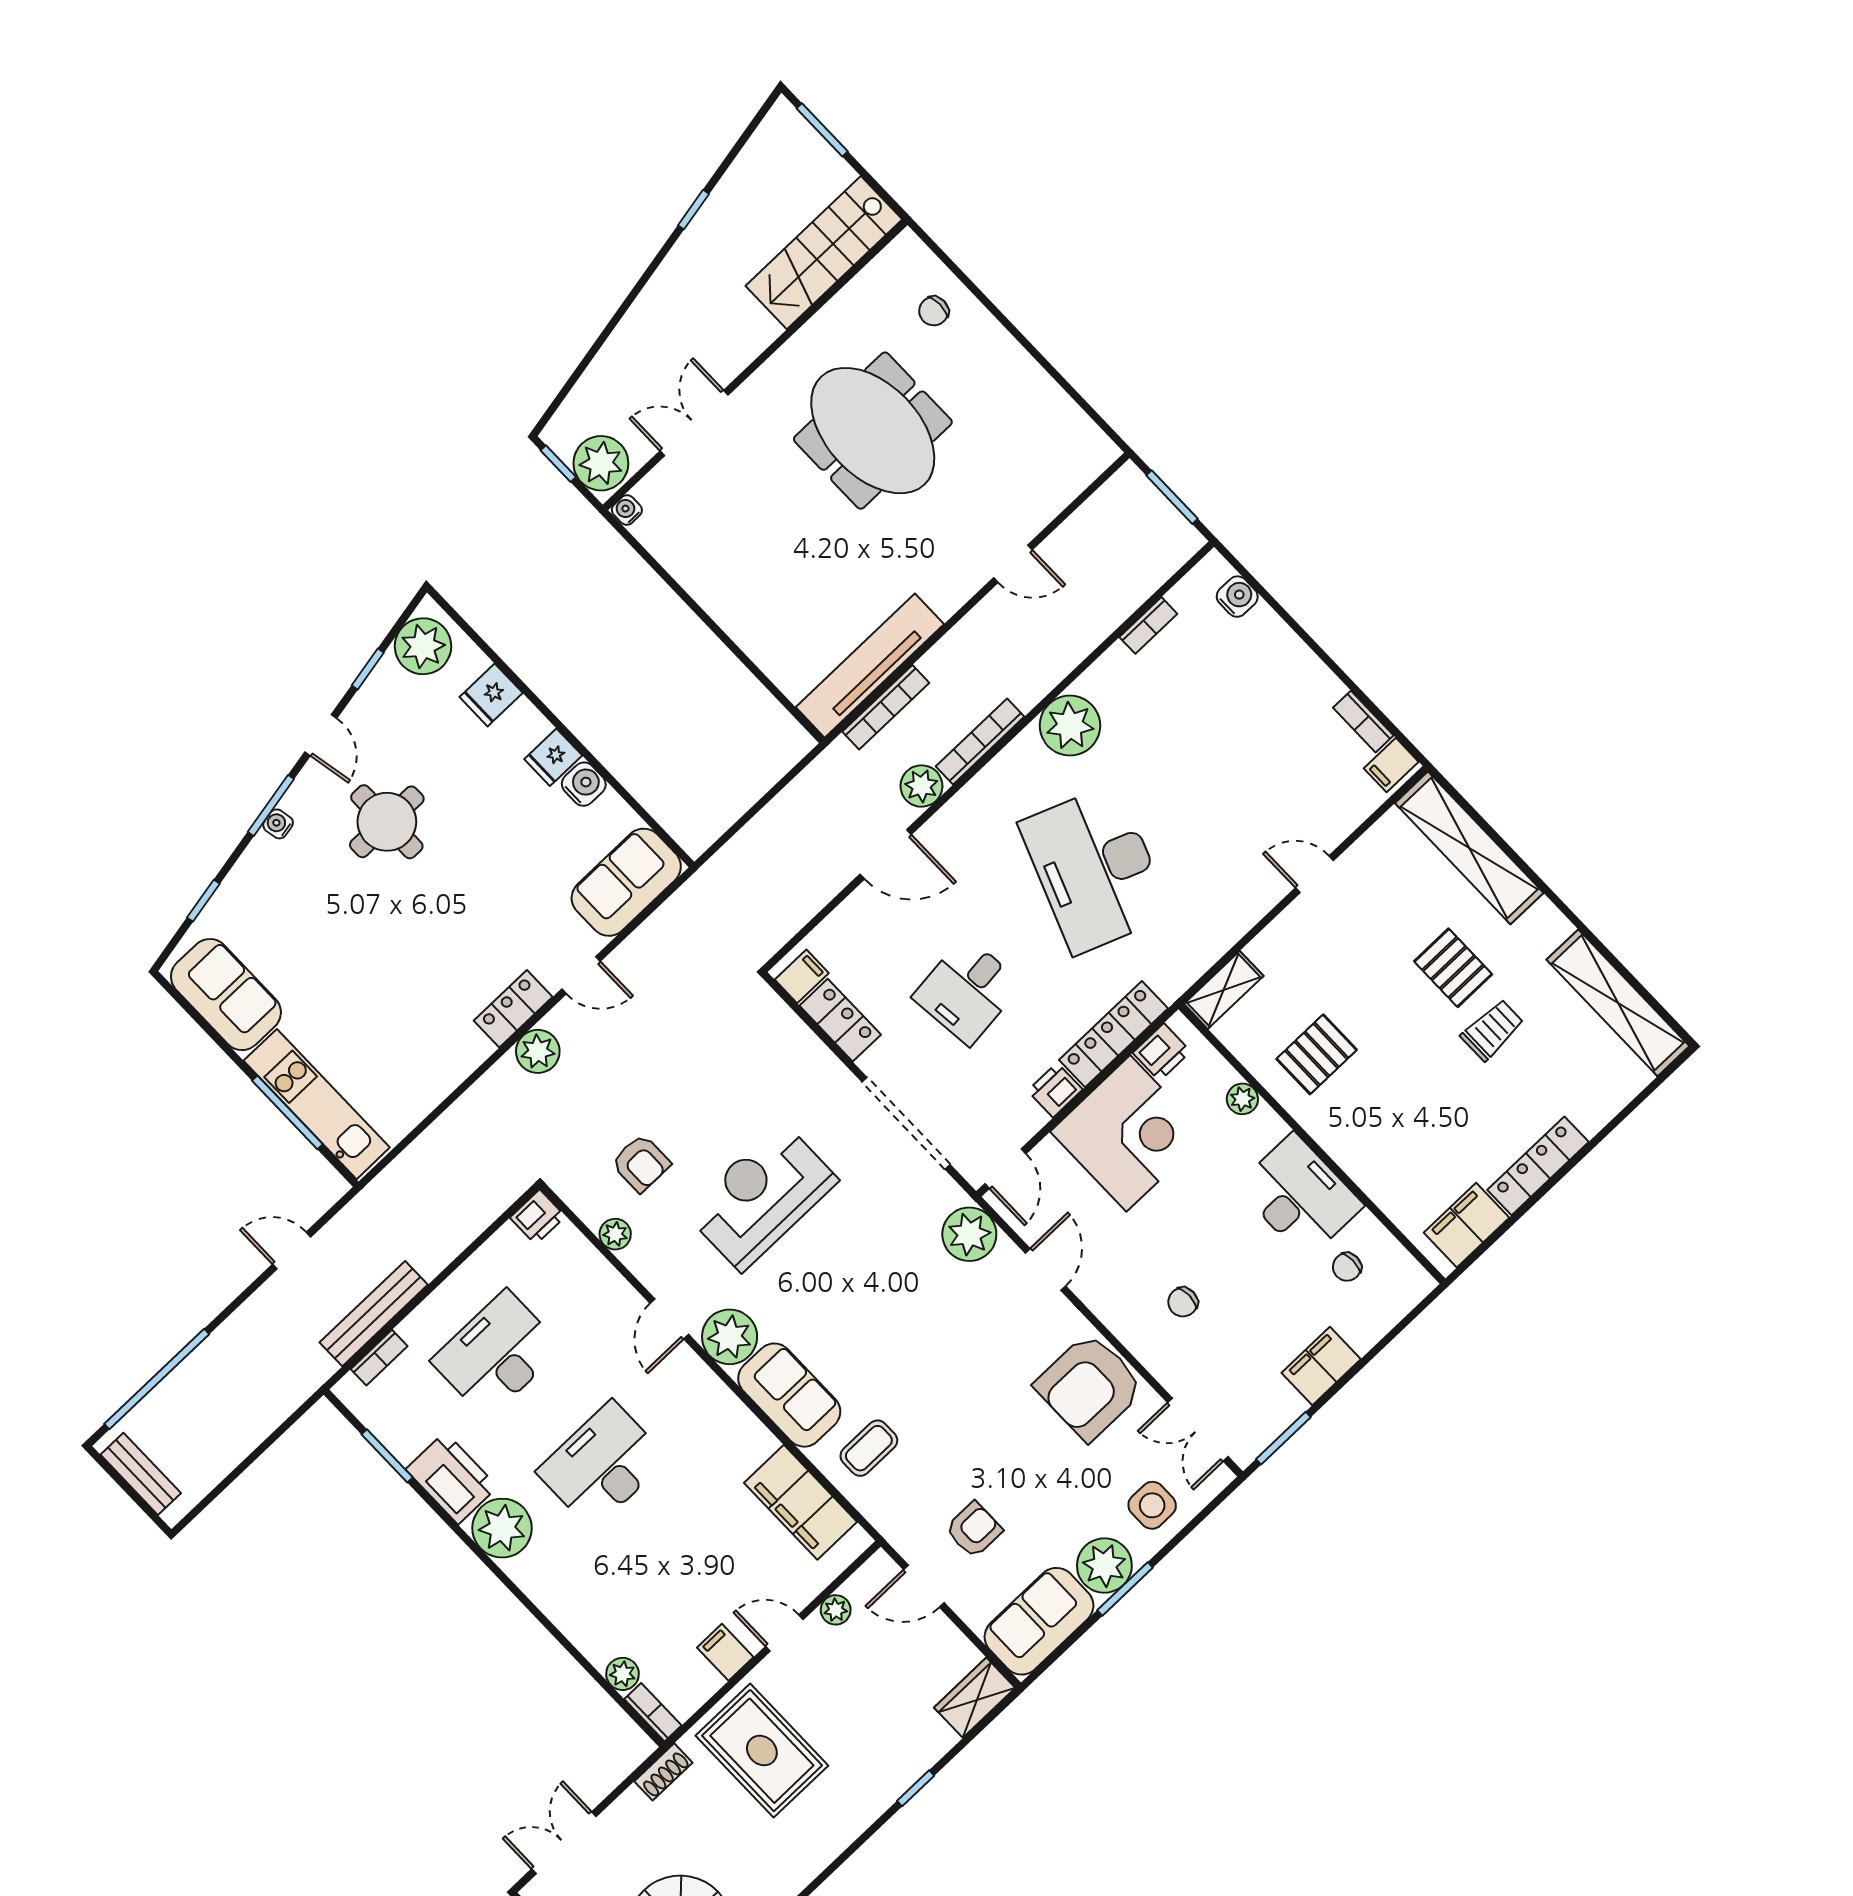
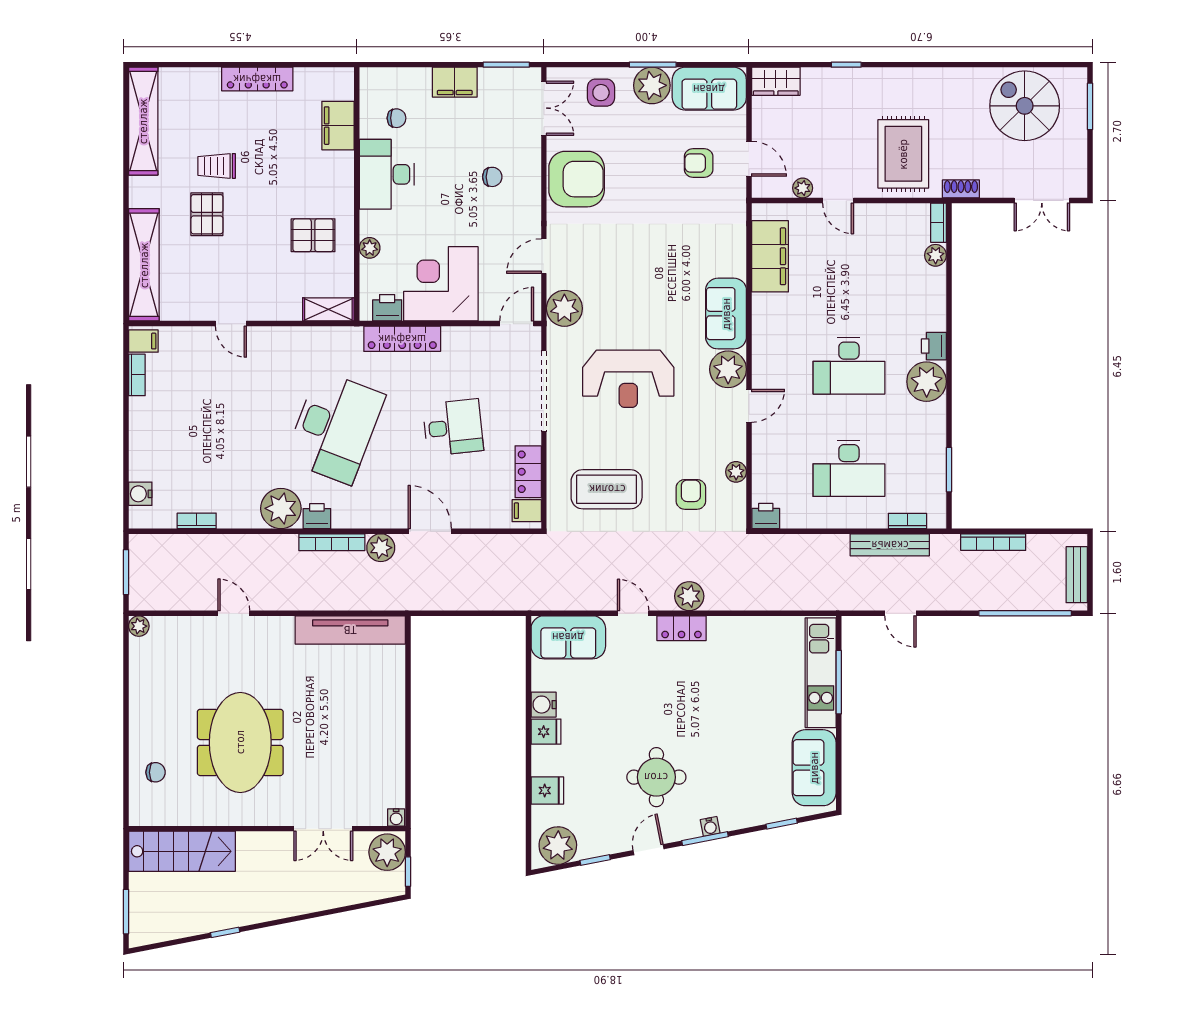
plant: (1103, 452) -> (139, 626), added
bookcase: (886, 707) -> (993, 542), moved, turned 180
printer: (1055, 1090) -> (317, 516), moved, turned 180
reception desk: (761, 1196) -> (628, 379), moved
filing cabinet: (1466, 1225) -> (338, 126), moved, turned 90
coffee table: (869, 1448) -> (607, 489), moved, width x1.86, depth x1.72
printer: (452, 1478) -> (934, 346), moved, width x0.53, depth x0.68
filing cabinet: (725, 1652) -> (876, 218), removed

